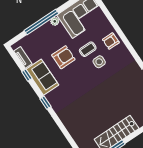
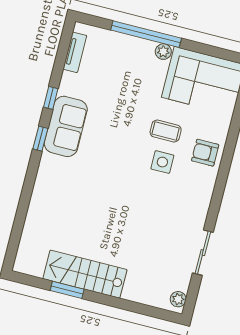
armchair: (63, 57) -> (125, 108), removed
window: (27, 75) -> (51, 98), moved
sofa: (42, 77) -> (66, 126), moved

